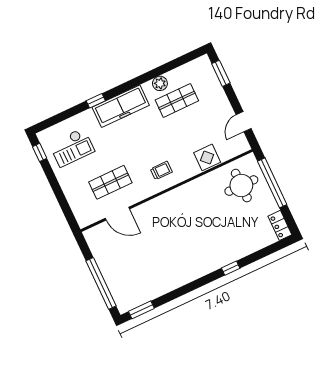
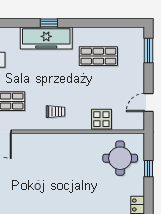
plant: (160, 83) -> (90, 34), removed
window: (96, 101) -> (49, 23), moved
window: (272, 183) -> (148, 169), width x0.32

